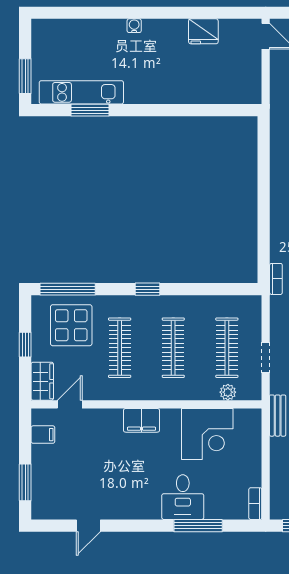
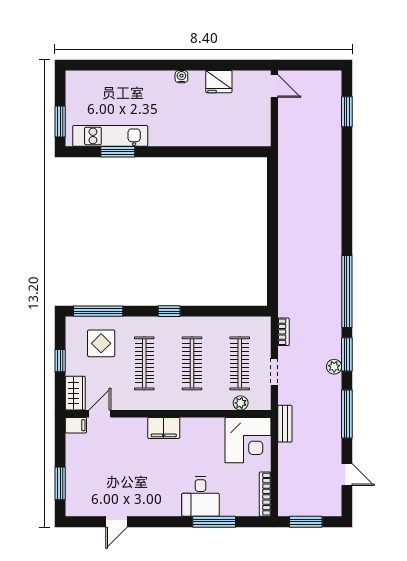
water cooler: (134, 26) -> (181, 77), moved
bookcase: (276, 279) -> (283, 332), moved
display table: (71, 325) -> (101, 343), width x0.73, depth x0.73
corner desk: (207, 434) -> (248, 440), moved
filing cabinet: (43, 435) -> (76, 425), moved
bookcase: (255, 504) -> (265, 494), width x1.56

